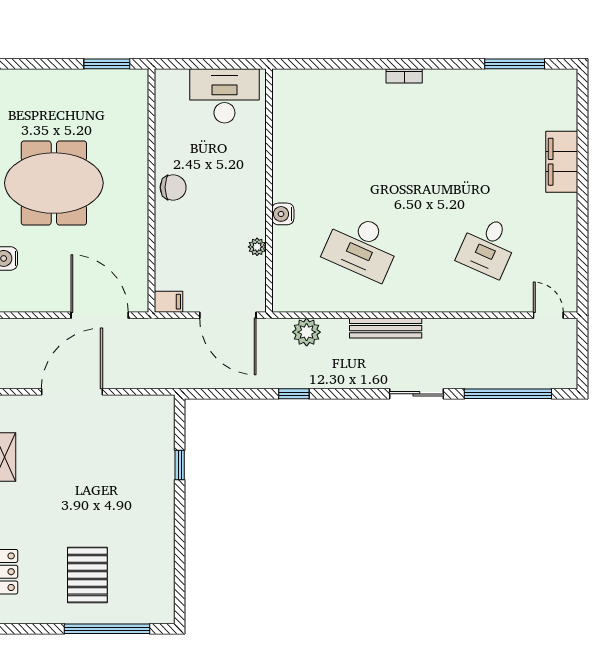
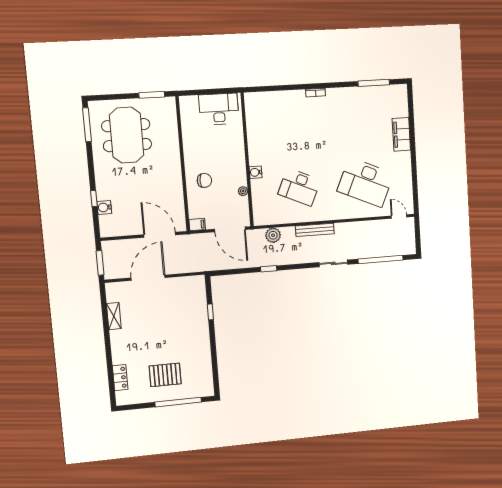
meeting table: (54, 183) -> (127, 135), moved, turned 90
chair: (173, 187) -> (204, 180), moved
desk: (488, 246) -> (365, 182), width x1.87, depth x1.30
pallet: (87, 575) -> (165, 375), turned 90

